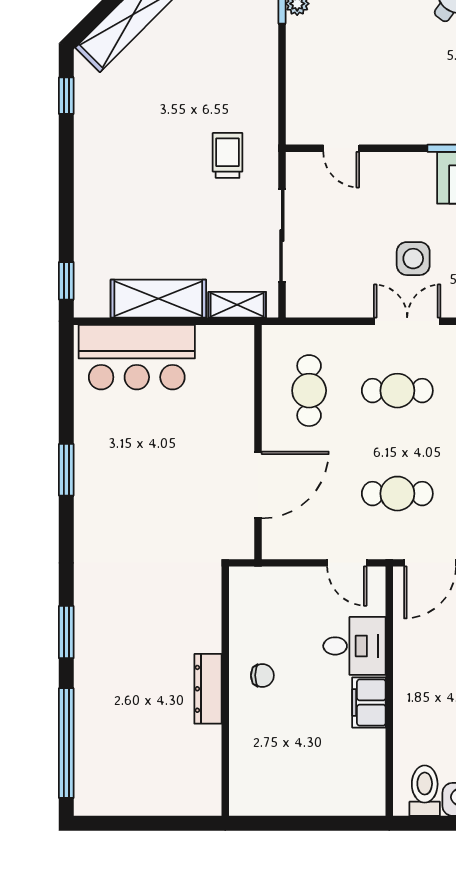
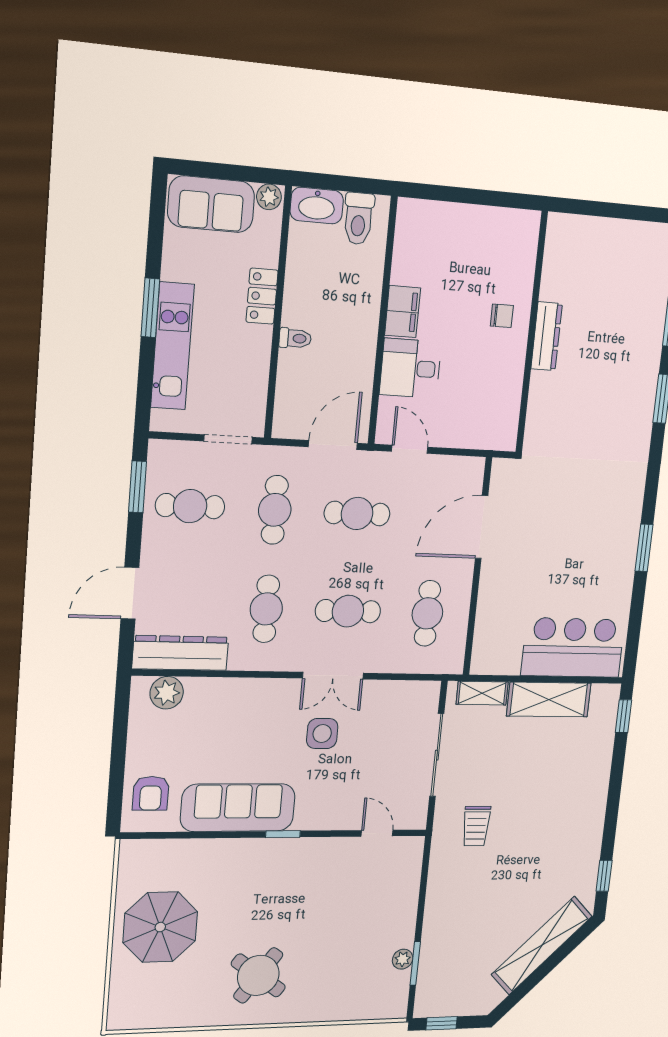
chair: (262, 675) -> (502, 316), moved, turned 180

